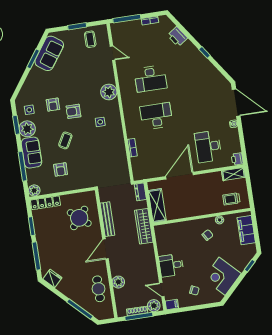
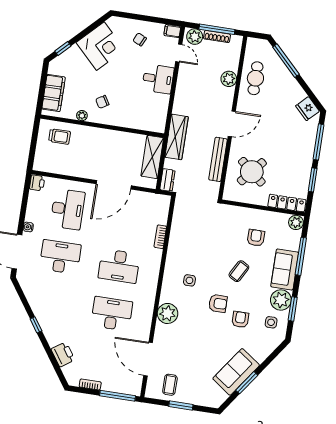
sofa: (49, 53) -> (236, 372), moved
door: (113, 53) -> (148, 359), width x1.88
desk: (202, 109) -> (60, 257), added
shelving: (234, 174) -> (47, 166), removed

